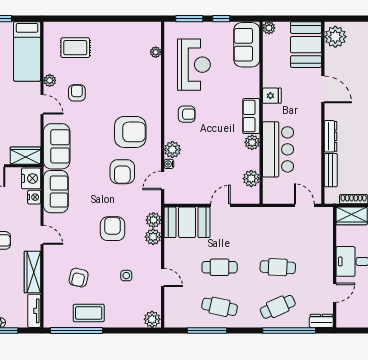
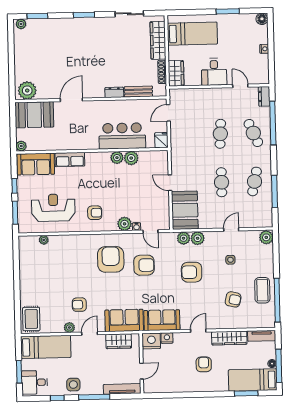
rug: (75, 48) -> (31, 319), moved
fridge: (272, 96) -> (161, 140), moved
armchair: (187, 114) -> (95, 213), turned 90
row of seats: (251, 116) -> (70, 160), moved
dresser: (331, 136) -> (114, 92), width x0.70
wardrobe: (25, 156) -> (119, 341), moved, turned -90
plant: (251, 179) -> (131, 158), moved

